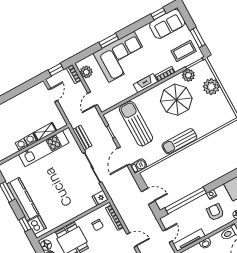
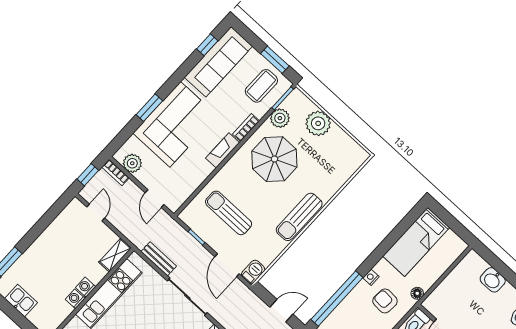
sofa: (167, 24) -> (218, 62), width x1.36
sun lounger: (136, 124) -> (229, 213), width x0.73, depth x0.75
shelving: (45, 132) -> (115, 255), moved

